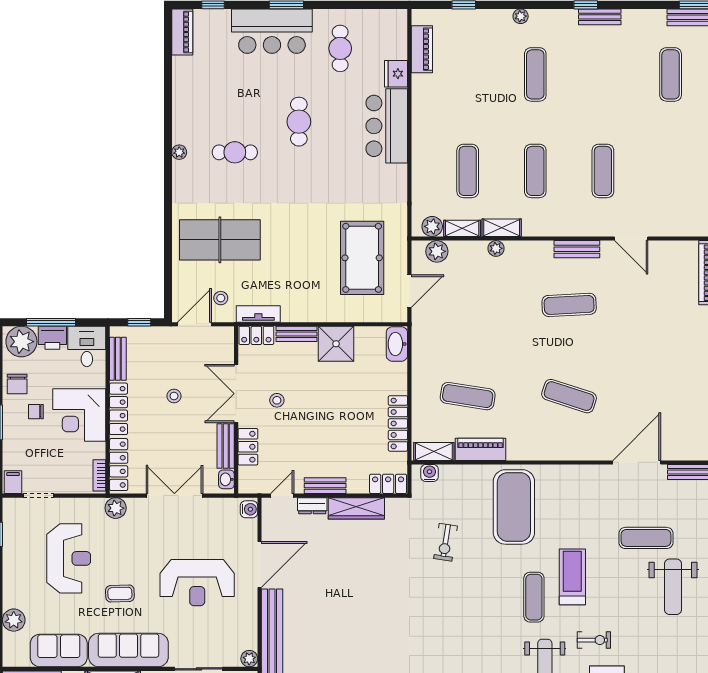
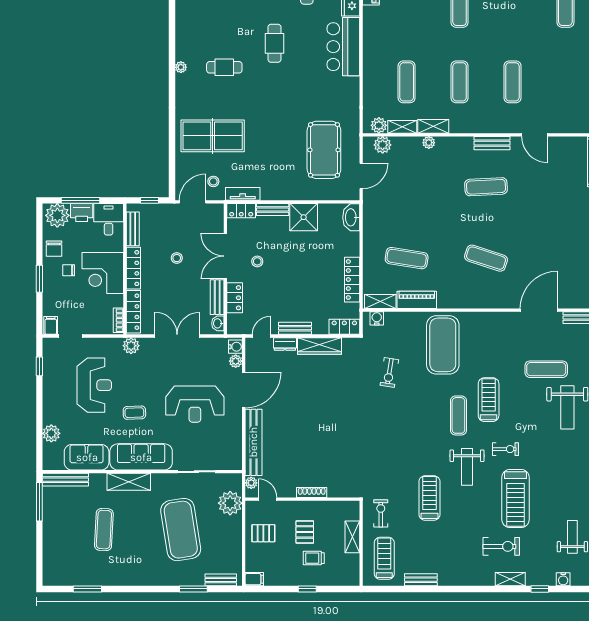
plant: (249, 659) -> (236, 361), moved

